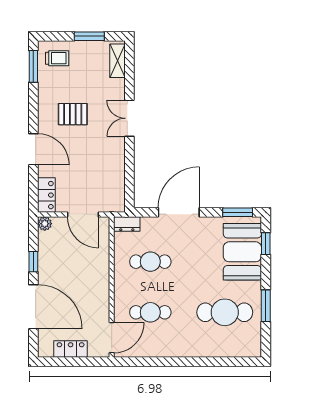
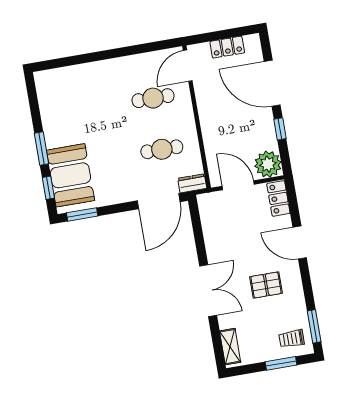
window: (89, 36) -> (281, 363), moved
double door: (129, 118) -> (208, 291), width x1.37
door: (179, 212) -> (159, 201), moved
plant: (45, 224) -> (268, 164), width x1.87, depth x1.87
window: (266, 306) -> (42, 148), moved
cafe table: (225, 312) -> (78, 111), removed

